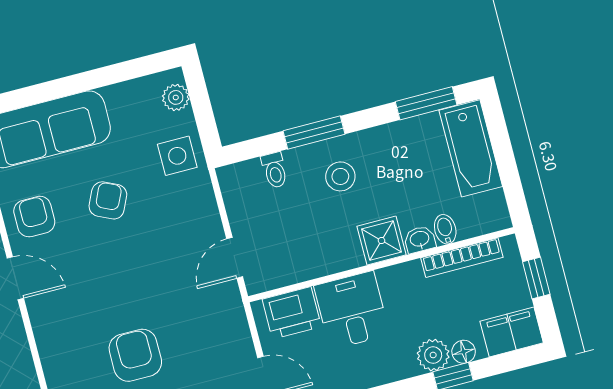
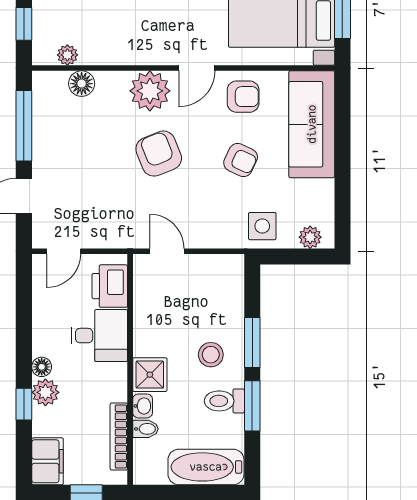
window: (426, 103) -> (252, 406), moved
toilet: (274, 170) -> (224, 401), moved, width x1.37, depth x1.39
plant: (56, 325) -> (150, 91), added
floor lamp: (464, 352) -> (42, 367), moved
armchair: (135, 355) -> (159, 154), moved, turned -112

